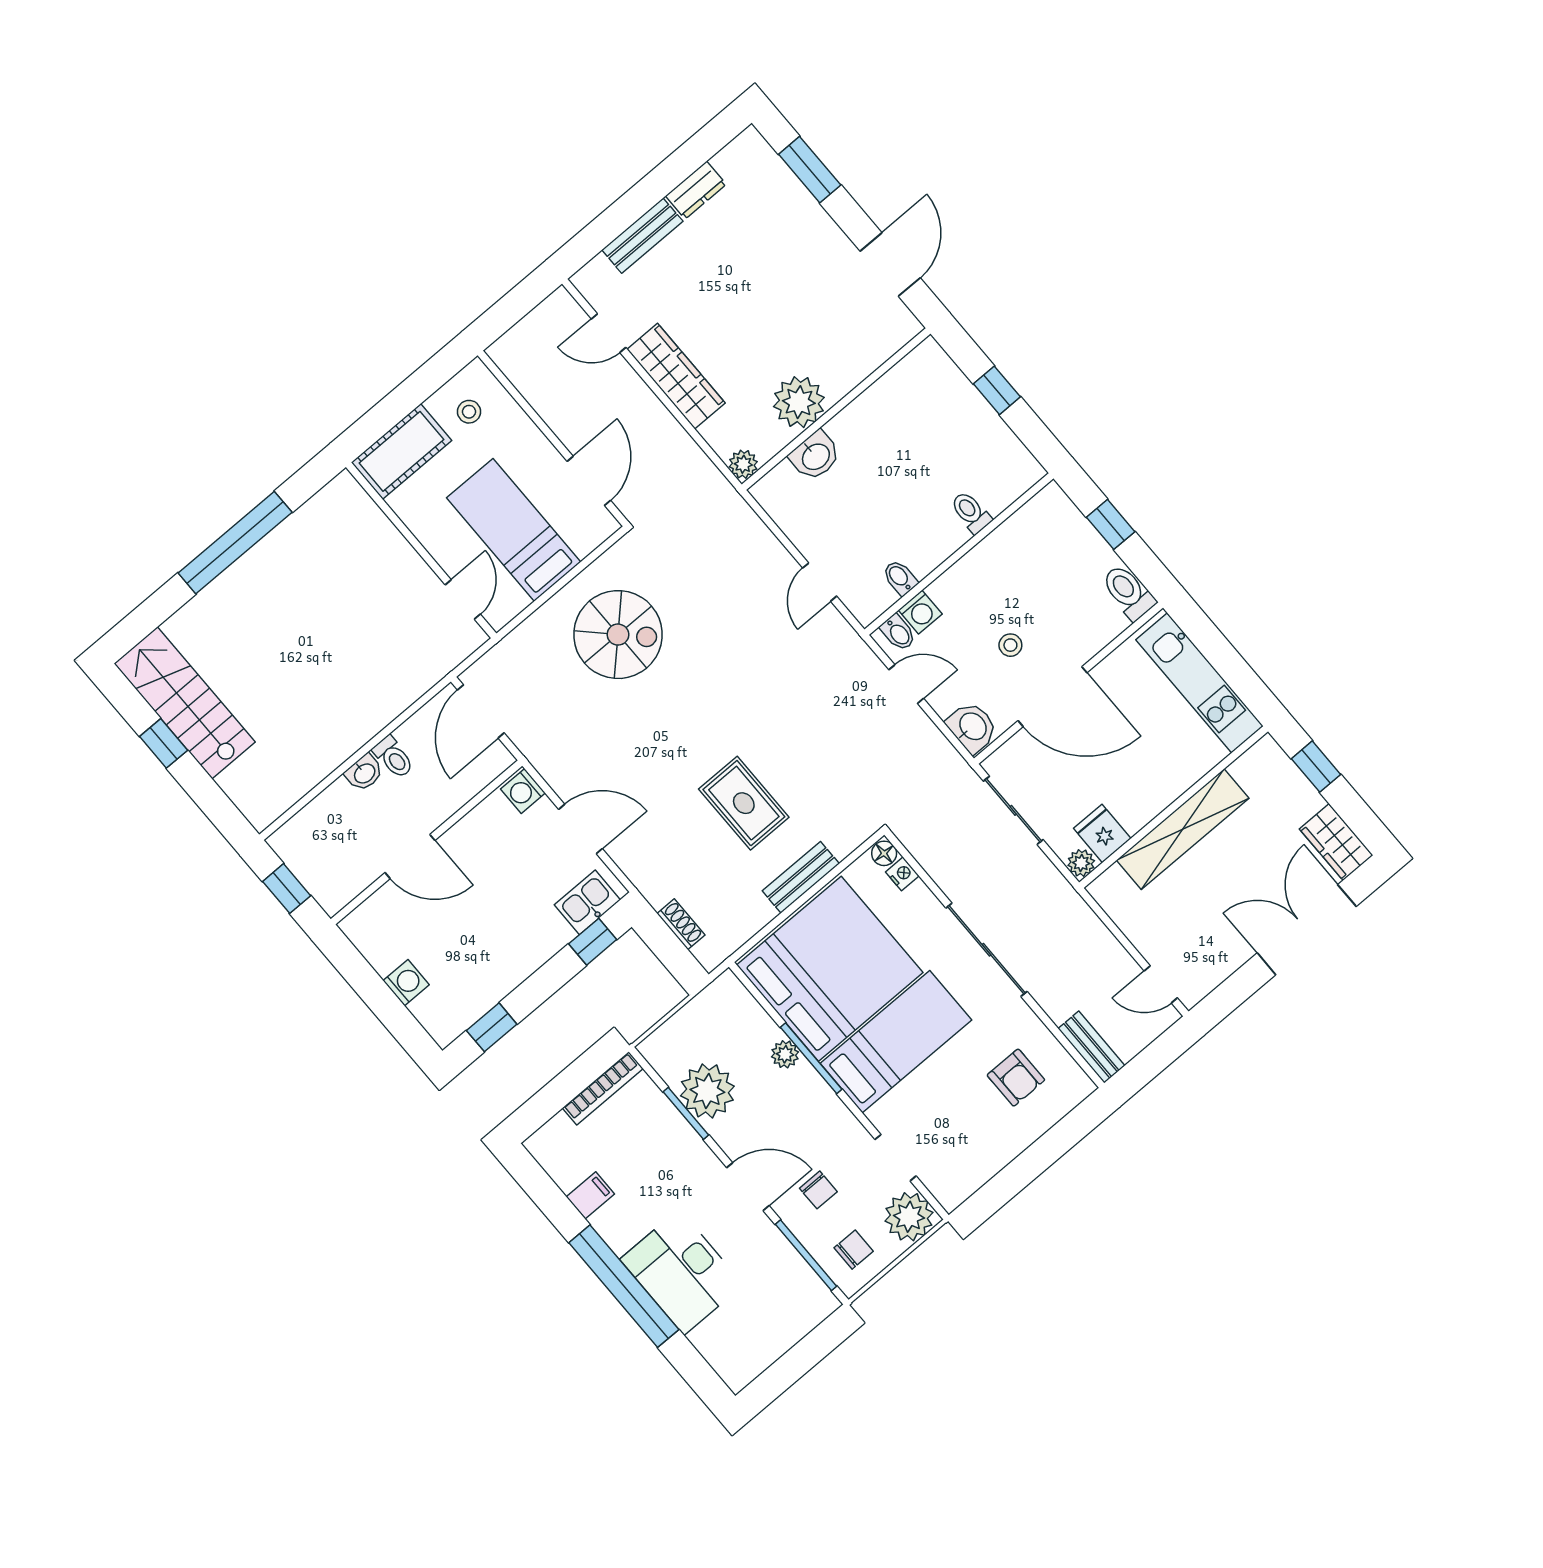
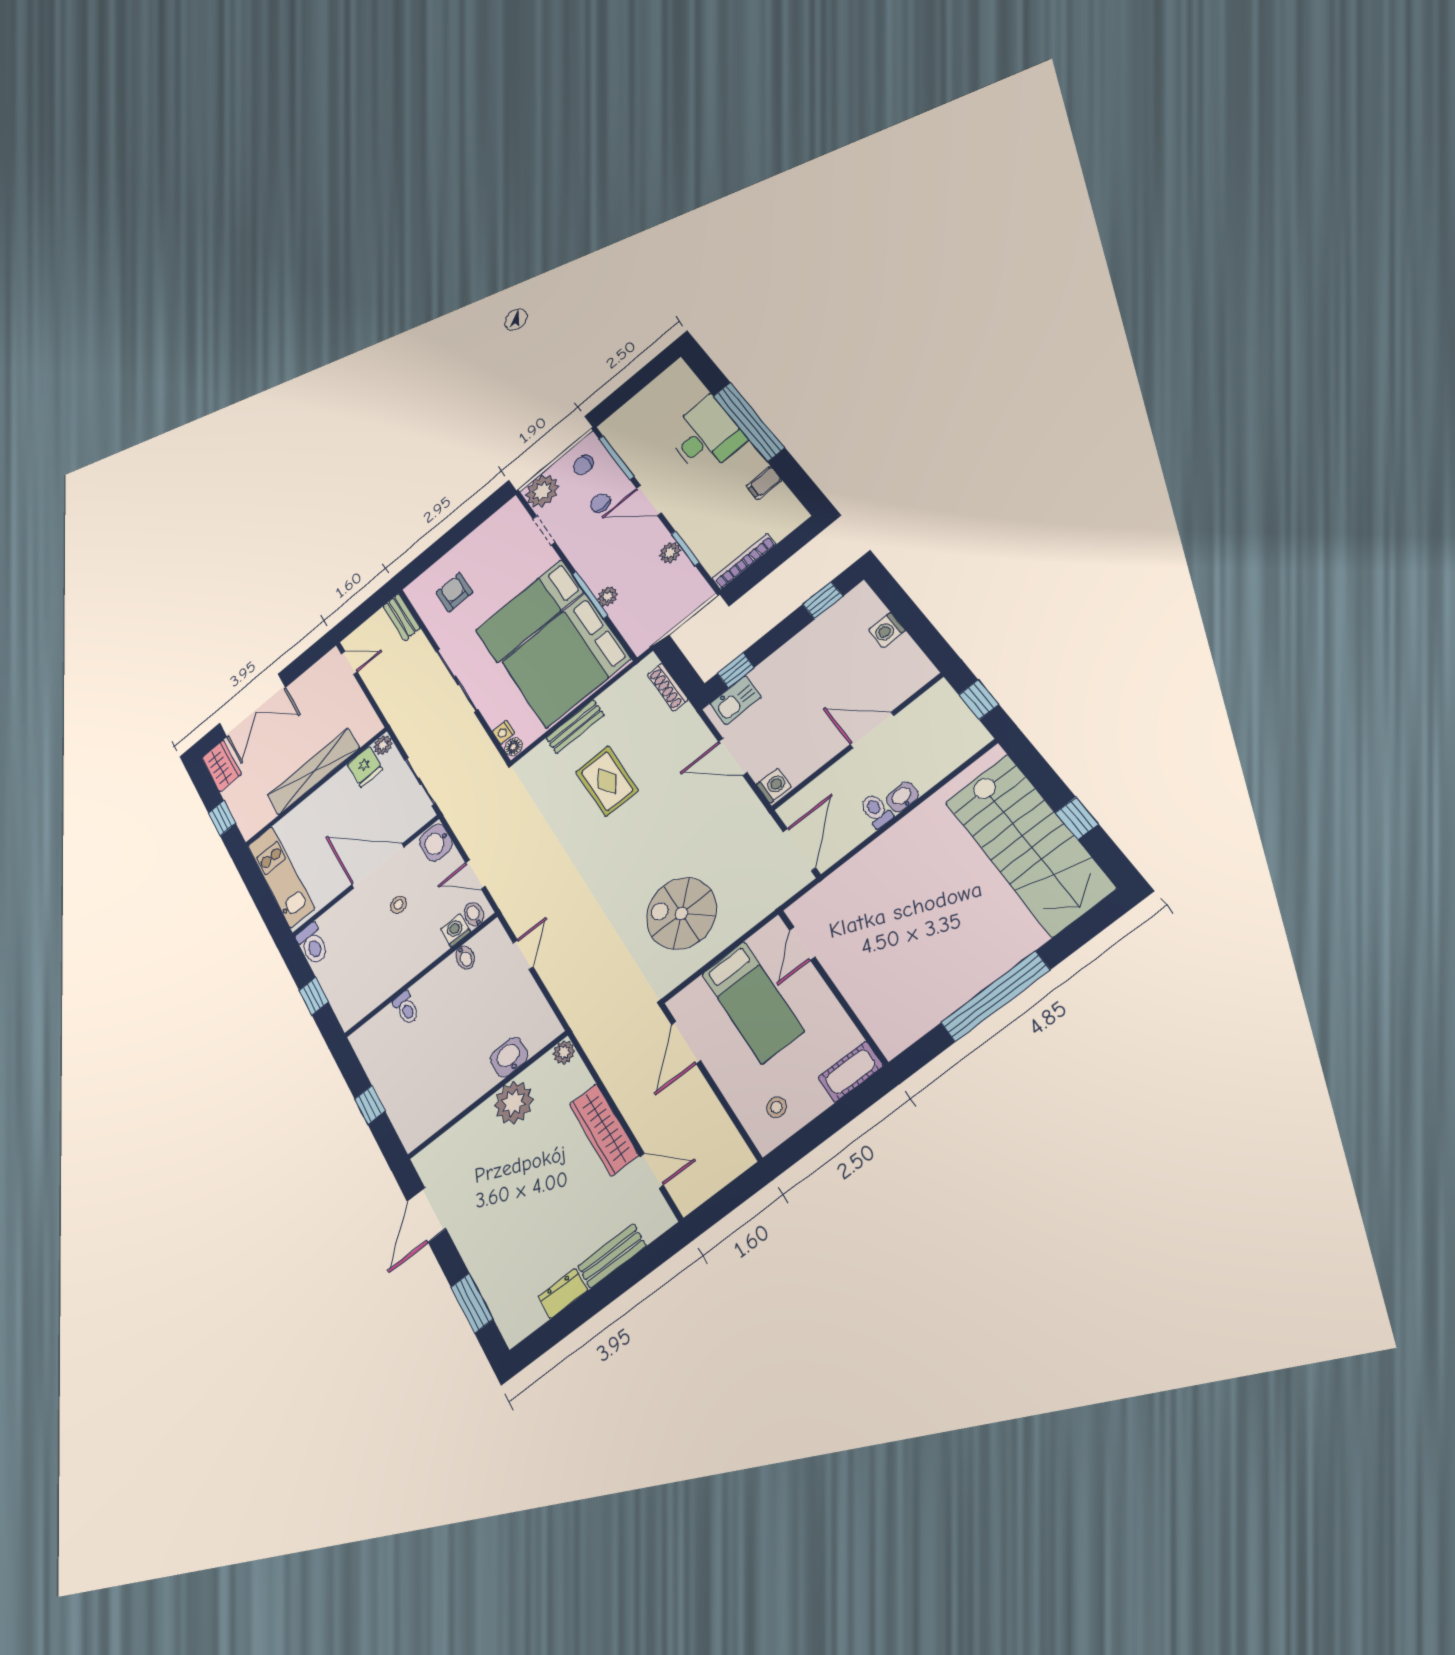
cot: (401, 451) -> (850, 1072), width x0.73, depth x0.75
stairs: (185, 703) -> (1029, 844), width x1.36, depth x1.51
shoe rack: (681, 924) -> (668, 687), width x1.43
plant: (707, 1091) -> (670, 553), width x0.53, depth x0.53

